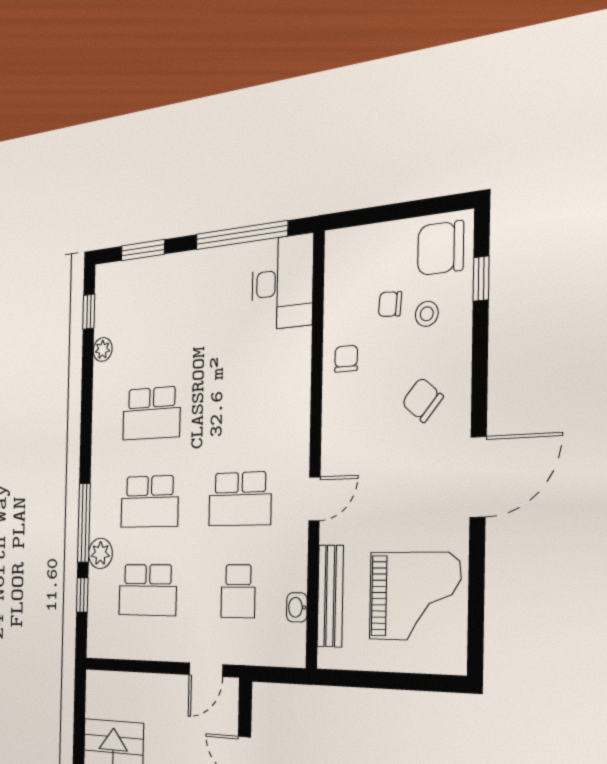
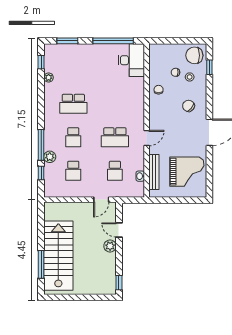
school desk: (150, 501) -> (73, 137), width x0.54
school desk: (148, 590) -> (73, 171), width x0.54

